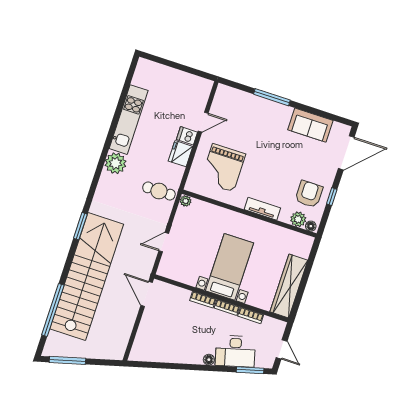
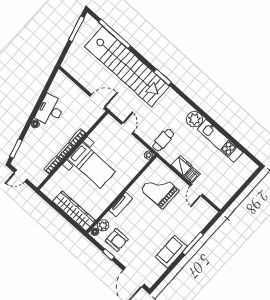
sofa: (310, 125) -> (171, 252), moved
wardrobe: (289, 286) -> (74, 211), moved
desk: (235, 351) -> (50, 110), moved

